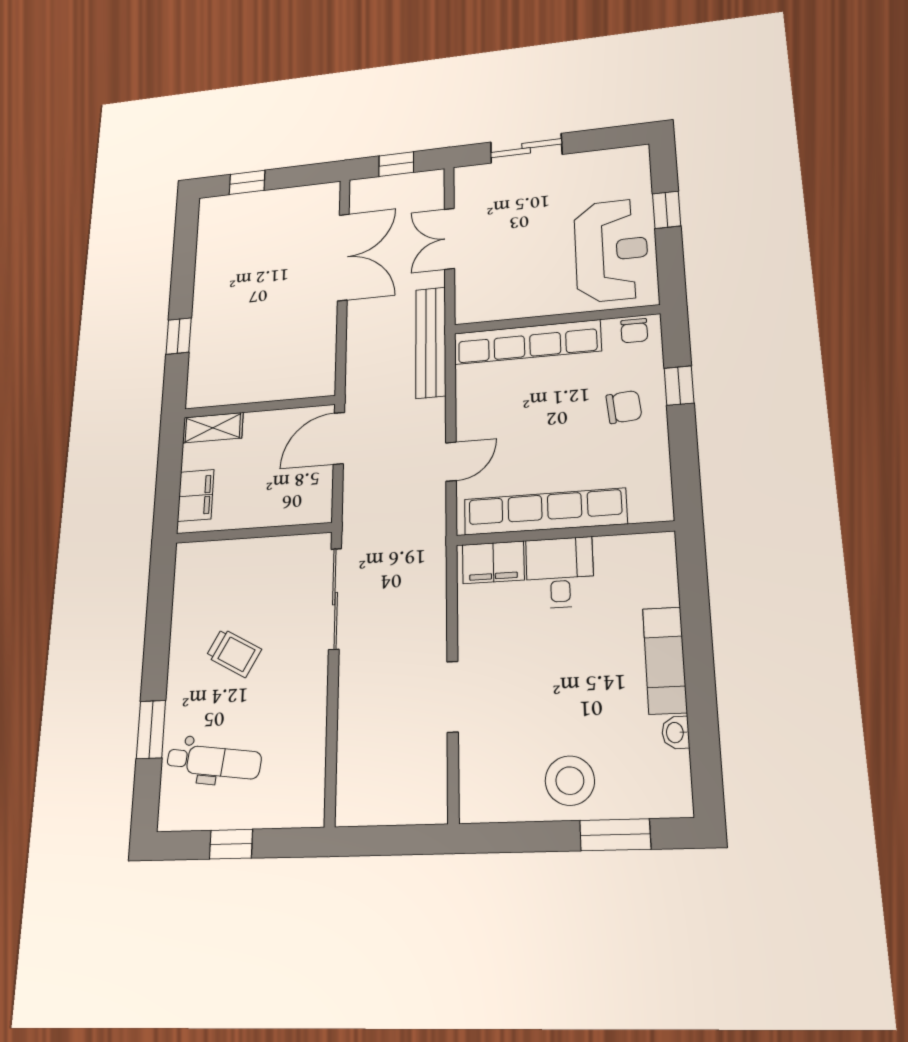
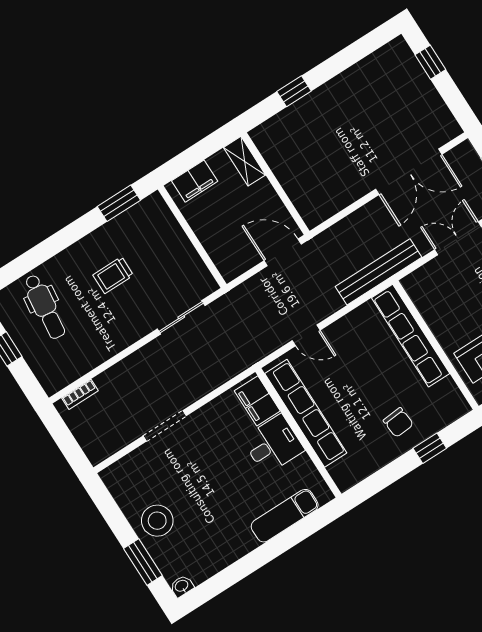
chair: (634, 331) -> (453, 400), removed
sliding door: (335, 599) -> (181, 317), width x0.73
trolley: (234, 653) -> (113, 275), turned 61
exam couch: (665, 660) -> (285, 516), moved
window: (151, 729) -> (119, 203), moved
washbasin: (676, 733) -> (182, 586), moved
bookcase: (346, 783) -> (80, 394), added

